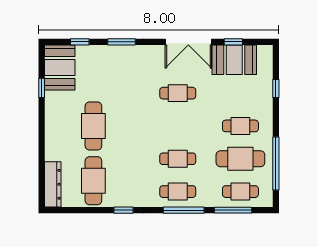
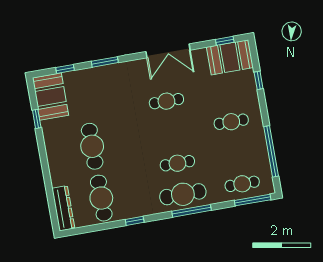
window: (233, 42) -> (225, 41), moved
booth: (234, 60) -> (230, 57), moved
cafe table: (240, 159) -> (237, 153), removed
cafe table: (178, 192) -> (183, 194), width x1.37, depth x1.35
window: (233, 210) -> (253, 200), moved

